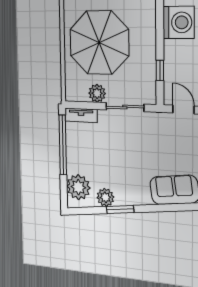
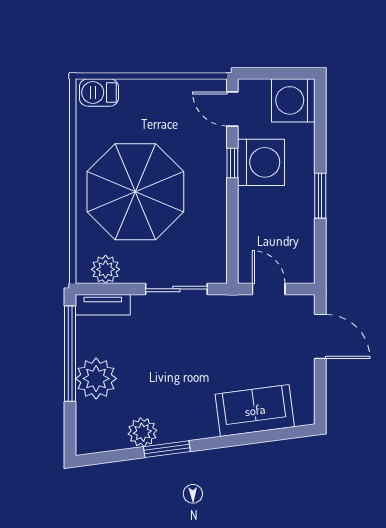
window: (160, 70) -> (232, 163), moved
plant: (97, 93) -> (106, 269), moved
plant: (78, 187) -> (96, 379), moved

